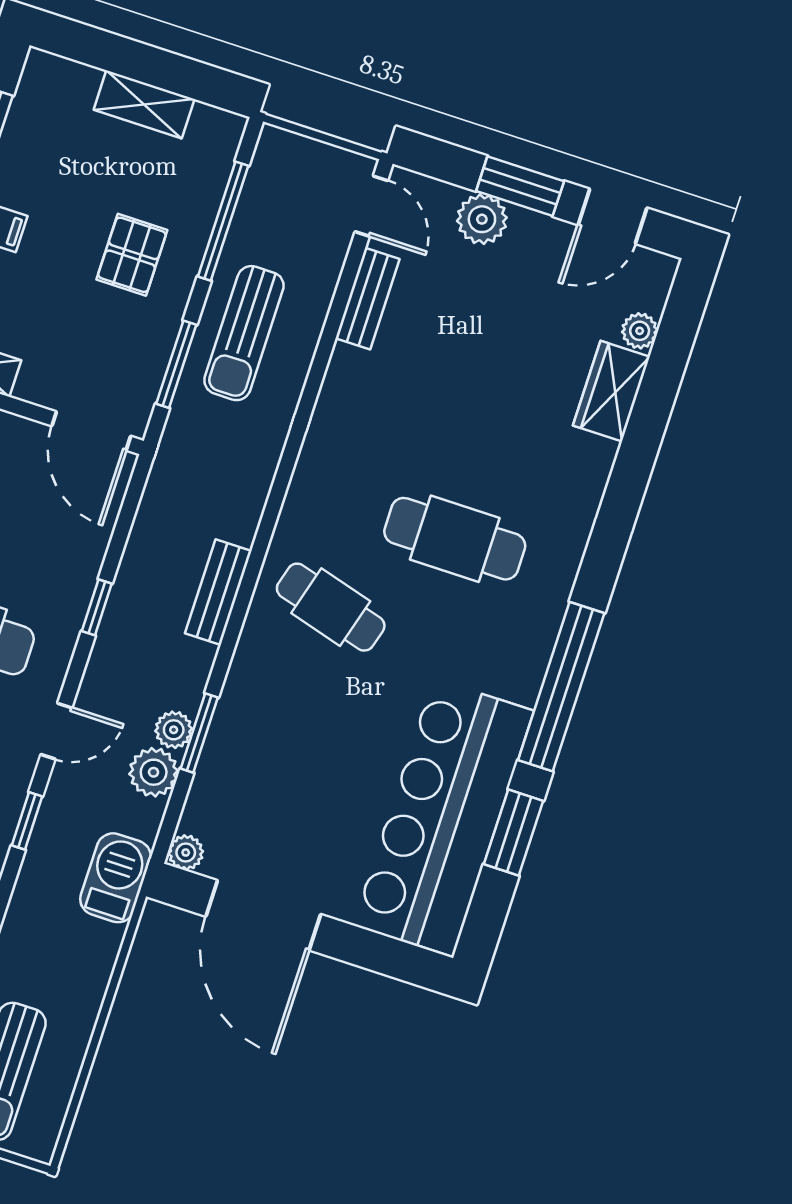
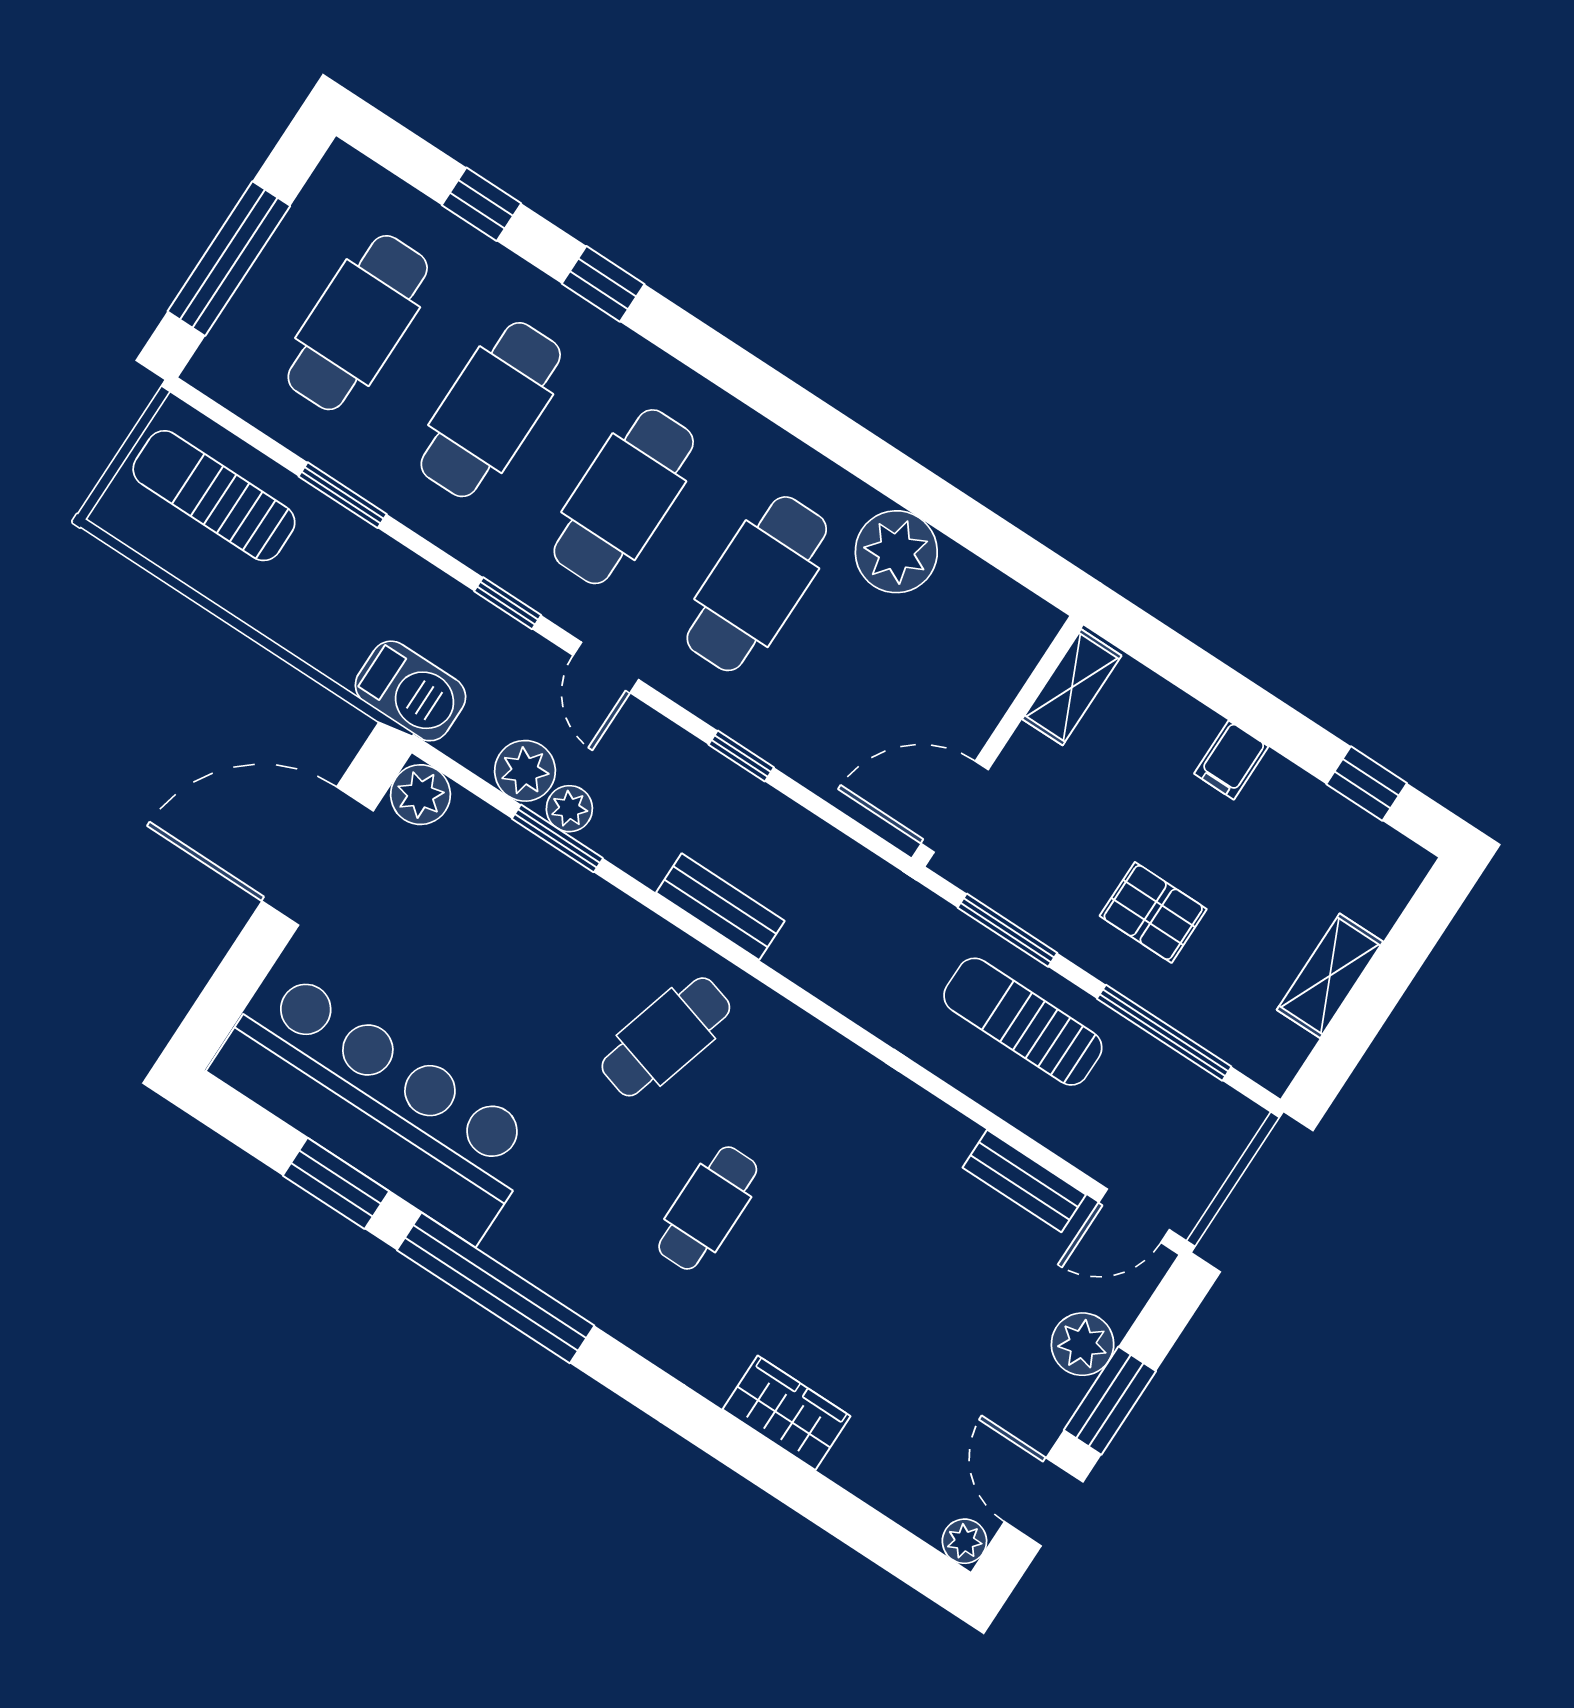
plant: (640, 331) -> (964, 1541), moved
wardrobe: (611, 391) -> (787, 1413), moved
cafe table: (455, 539) -> (708, 1208), width x0.73, depth x0.74
plant: (186, 853) -> (420, 795), width x1.38, depth x1.38

